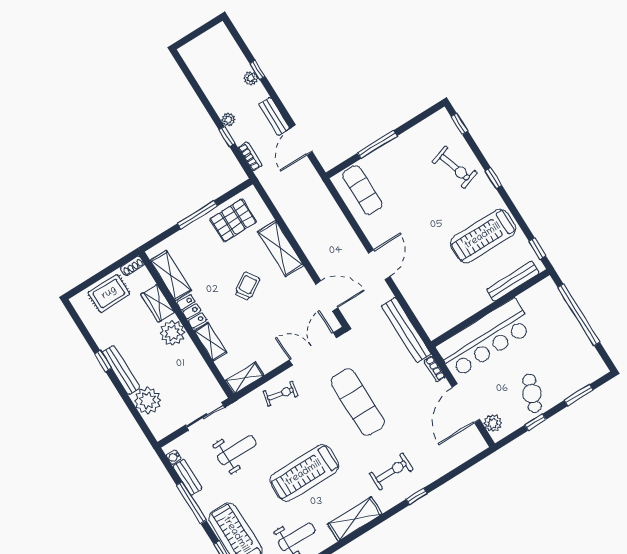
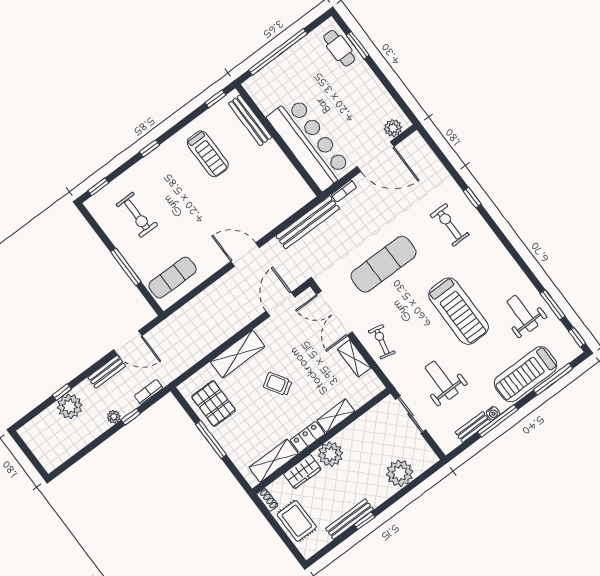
plant: (251, 78) -> (70, 406), width x1.88, depth x1.88
exercise bike: (455, 167) -> (137, 215), moved, turned 108
treadmill: (483, 236) -> (208, 154), width x0.73, depth x0.73
bench: (121, 370) -> (349, 519), moved
shelving: (245, 378) -> (354, 359), moved
cafe table: (532, 393) -> (339, 48), moved, turned 70
window: (535, 422) -> (388, 86), removed
water cooler: (174, 457) -> (493, 413), moved
shelving: (355, 519) -> (500, 257), removed

